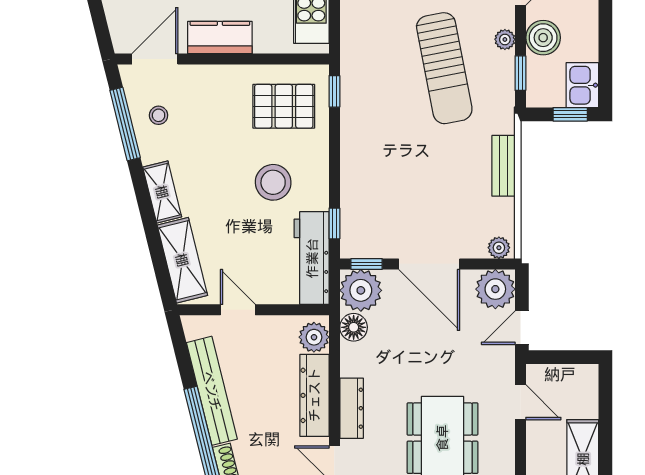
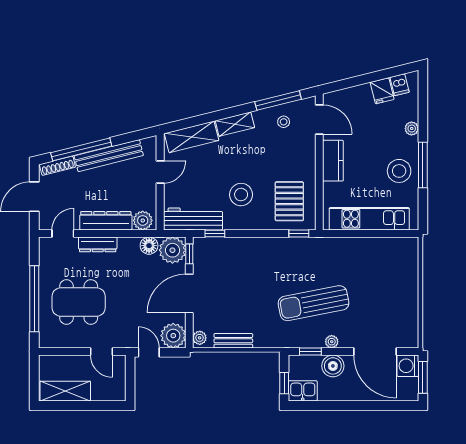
bench: (503, 166) -> (233, 341), moved
door: (520, 402) -> (101, 352), hinge flipped

